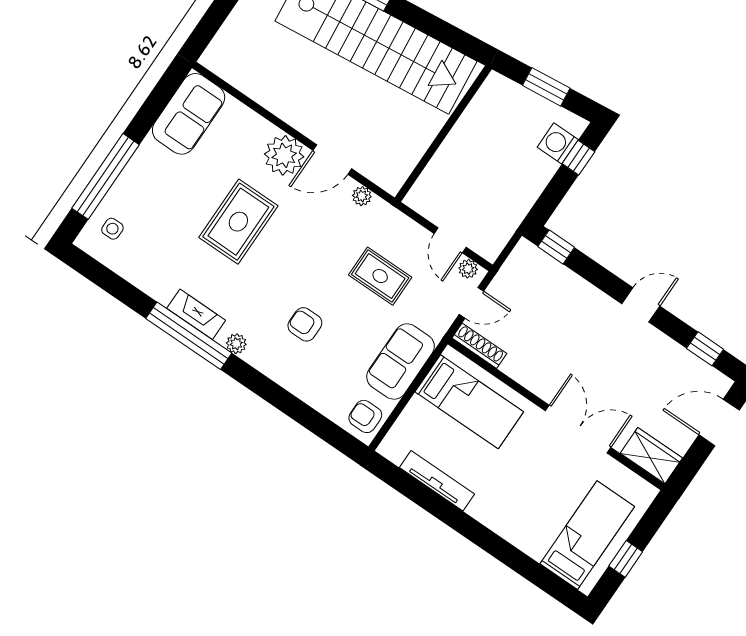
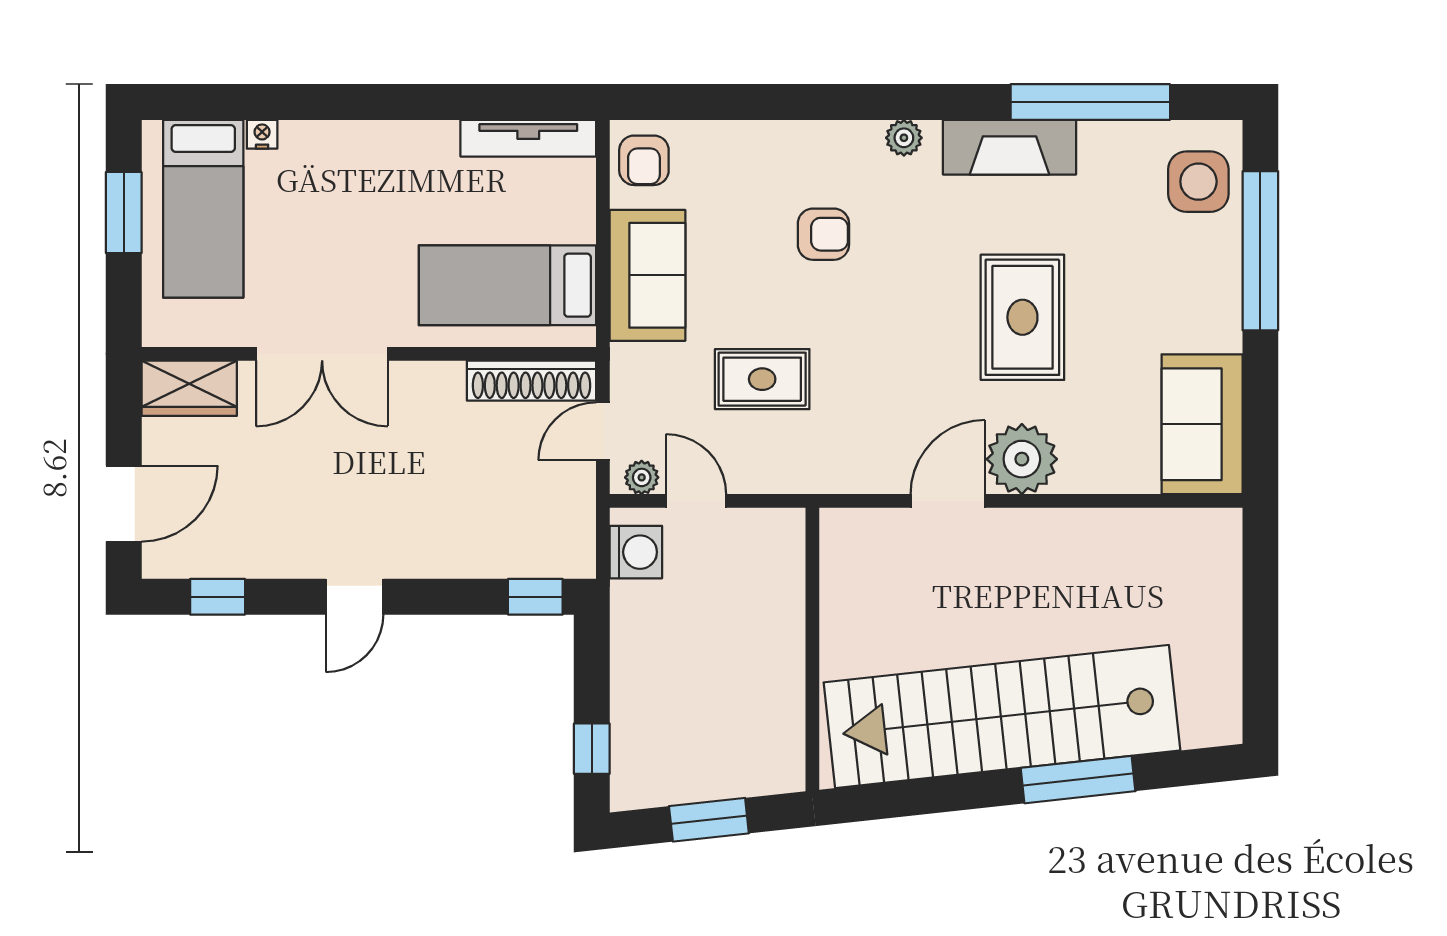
washing machine: (558, 143) -> (636, 552), moved
plant: (362, 196) -> (868, 477), removed
side table: (112, 229) -> (1198, 182), width x1.87, depth x1.87
fireplace: (196, 314) -> (1009, 147), width x1.37, depth x1.32
window: (189, 336) -> (1090, 102), moved
shoe rack: (479, 346) -> (531, 381), width x1.36, depth x1.24
armchair: (365, 416) -> (644, 160), turned 90
tv unit: (437, 481) -> (528, 138), moved
nightstand: (536, 551) -> (262, 134), added
window: (626, 559) -> (124, 213), width x1.50

